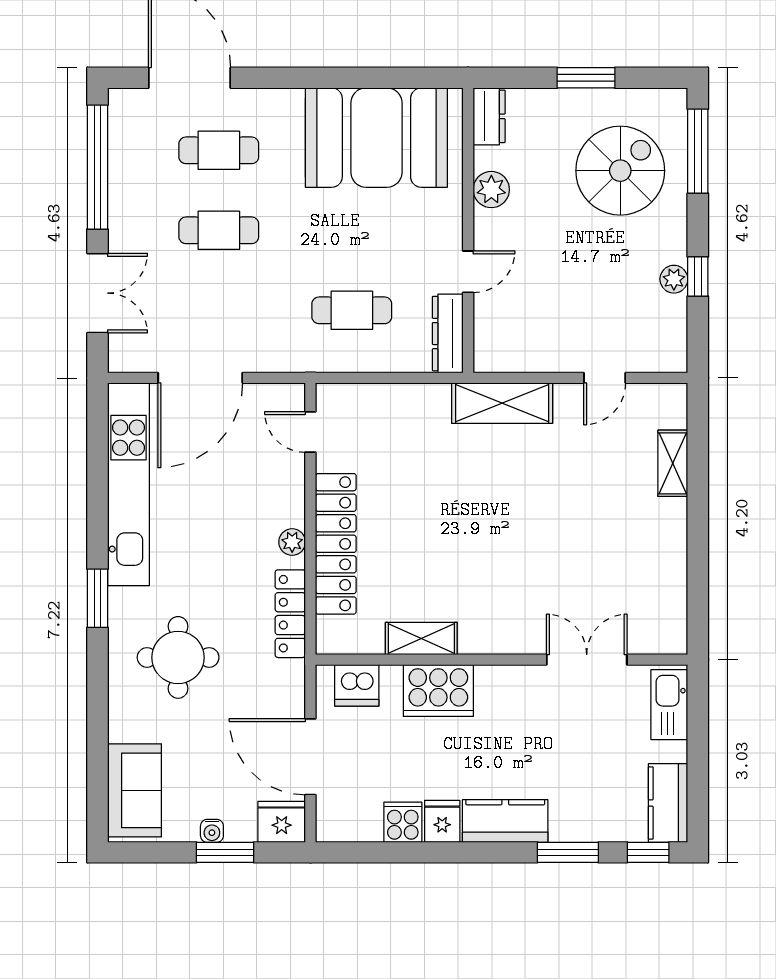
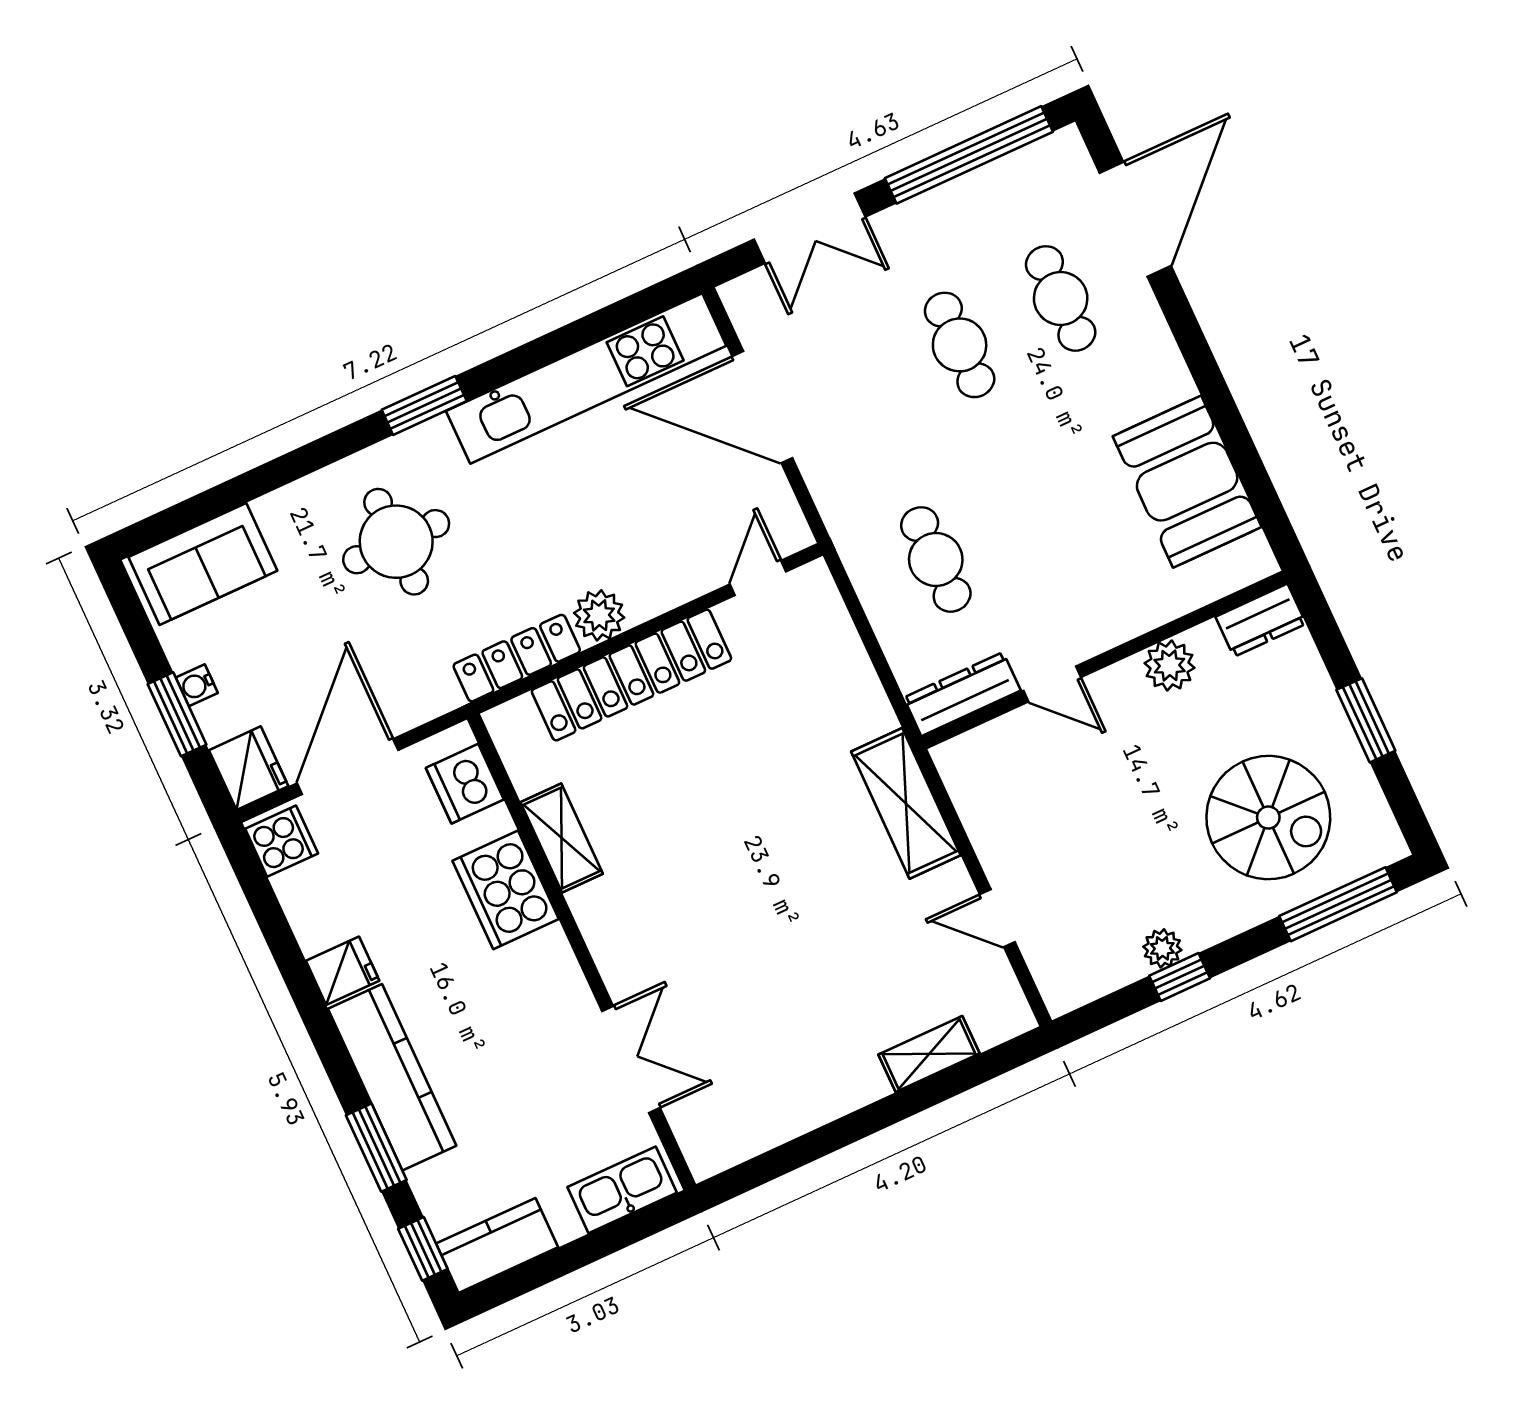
booth: (376, 138) -> (1187, 482), width x0.73, depth x0.70
plant: (292, 542) -> (599, 615), width x1.38, depth x1.38
kitchen counter: (505, 821) -> (392, 1077), width x1.50
cooker: (403, 822) -> (282, 841), moved

